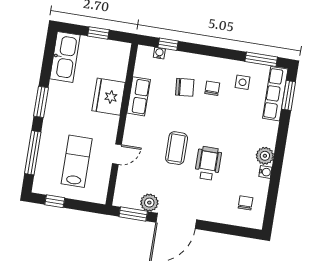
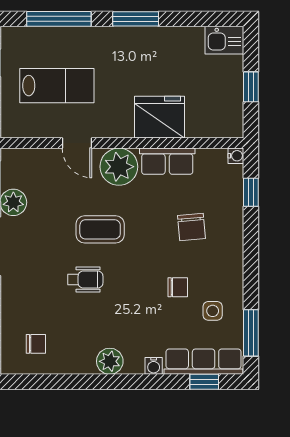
water cooler: (159, 53) -> (236, 156), moved
kitchen sink: (65, 57) -> (224, 40), width x0.53, depth x0.81
chair: (212, 88) -> (178, 287), moved
window: (289, 95) -> (204, 382), width x0.67
plant: (137, 129) -> (119, 167), added
wheelchair: (208, 163) -> (85, 280), width x0.73, depth x0.73
water cooler: (265, 172) -> (154, 366), moved

